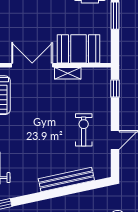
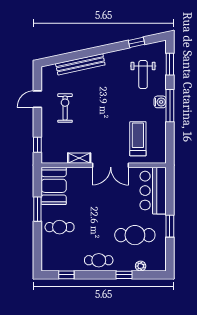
booth: (78, 49) -> (54, 186), moved, turned 90
exercise bike: (84, 130) -> (65, 108), turned 180

